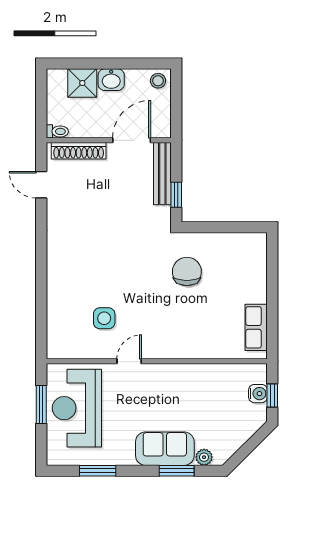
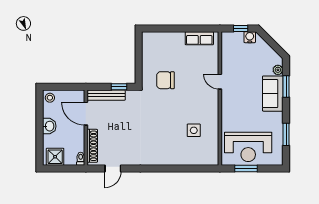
shower: (82, 83) -> (55, 157), moved
door: (129, 361) -> (220, 82), moved
water cooler: (258, 394) -> (250, 37), moved

